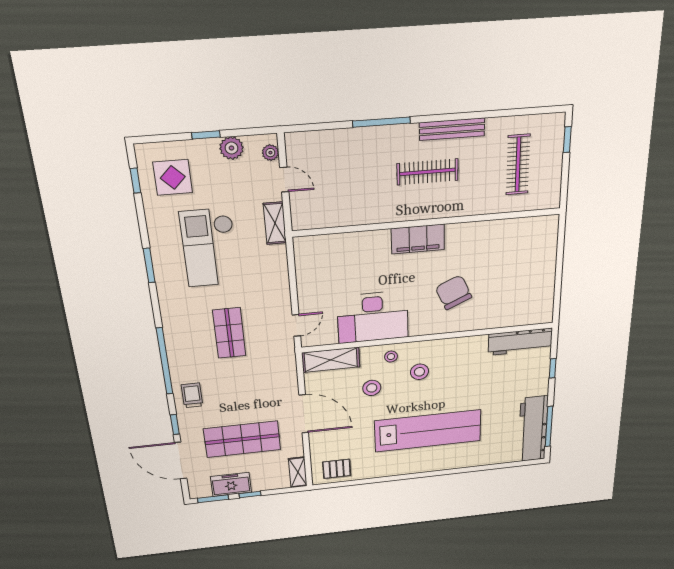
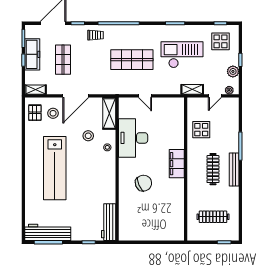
bench: (452, 129) -> (234, 170), moved
display table: (352, 200) -> (201, 130), added
door: (296, 325) -> (145, 96), moved
shop shelf: (229, 333) -> (132, 60), width x1.43, depth x1.36
stool: (419, 372) -> (53, 113), moved
shop shelf: (242, 439) -> (63, 60), width x0.70, depth x0.74
freezer: (231, 484) -> (32, 54), width x1.40

